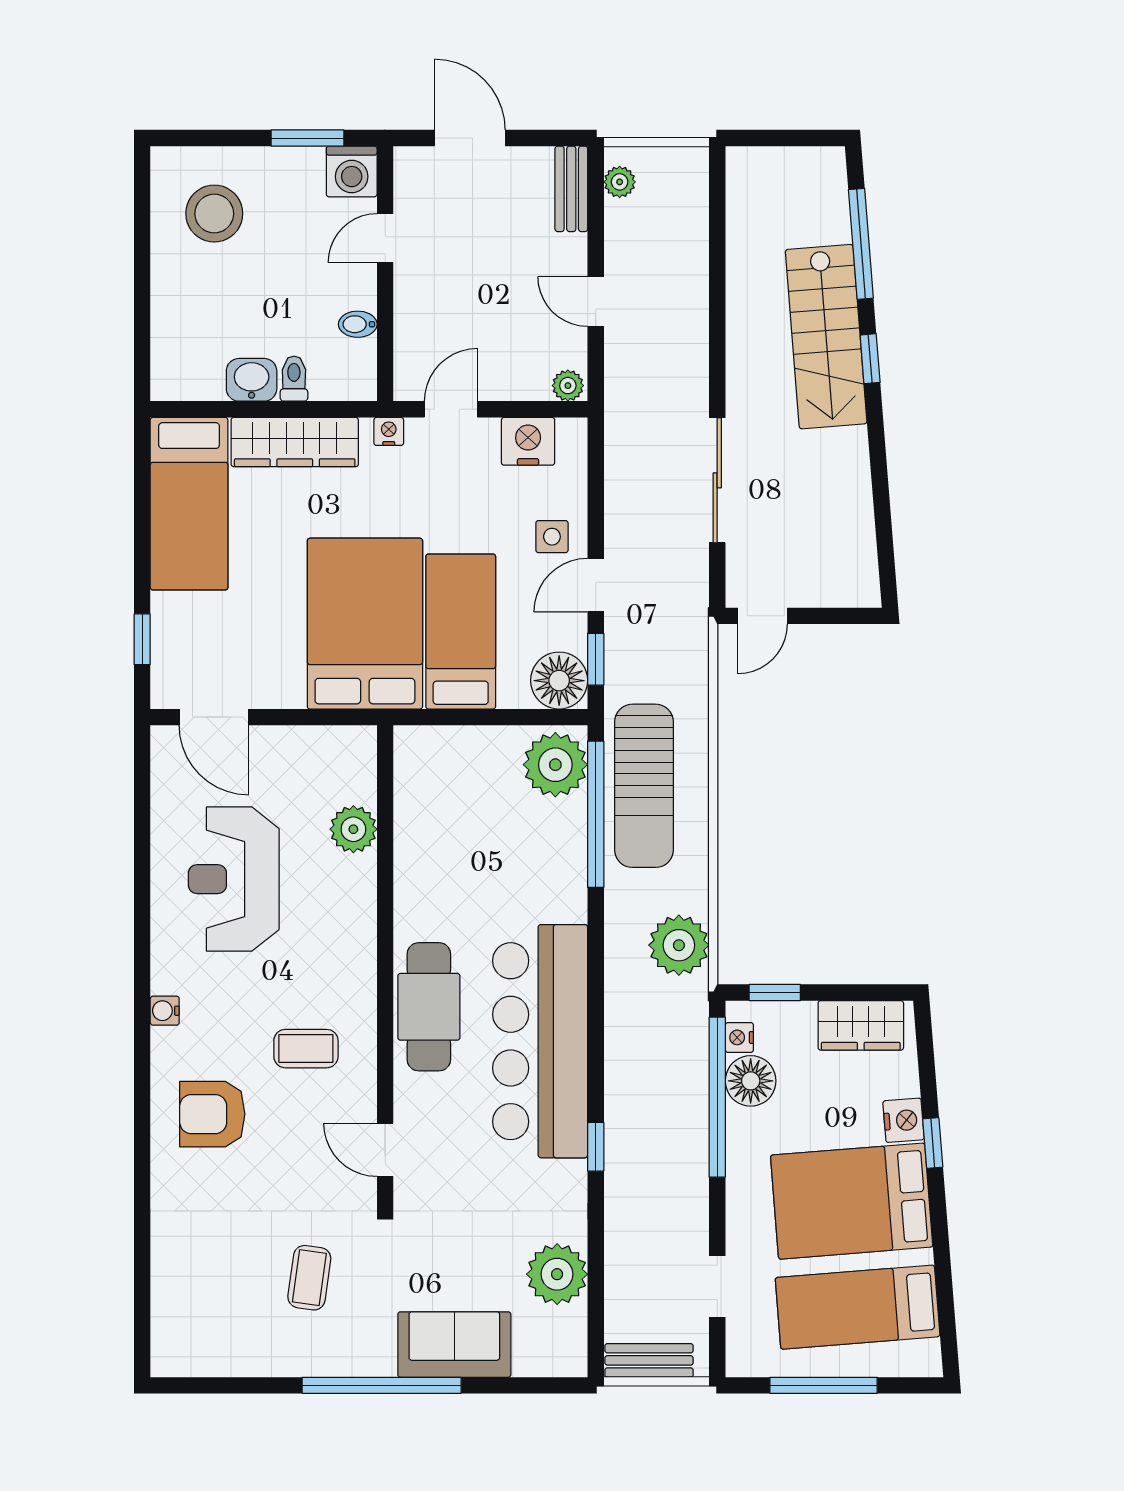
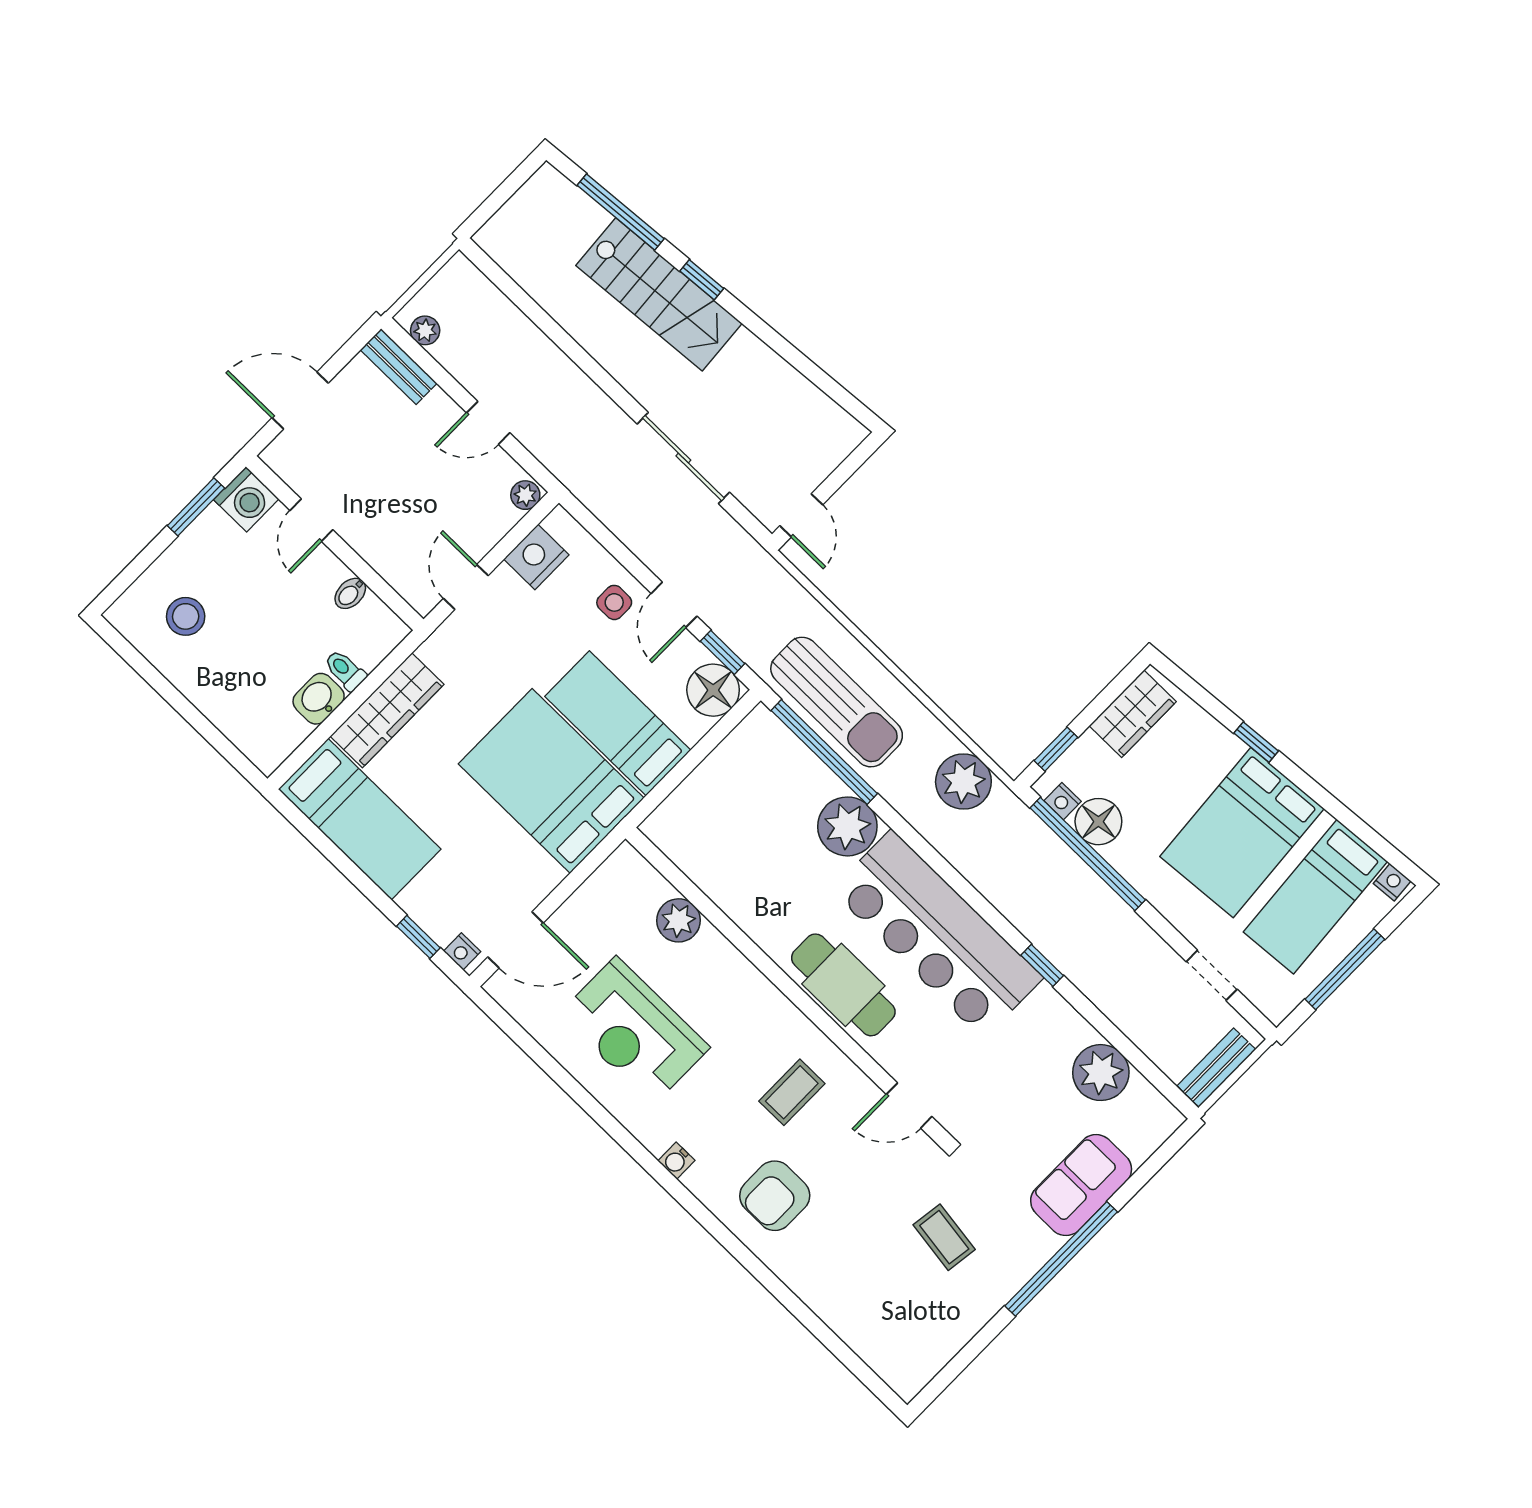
stool: (214, 214) -> (186, 616), width x0.73, depth x0.73
nightstand: (389, 431) -> (462, 951), moved, turned -90
plant: (555, 765) -> (847, 826), moved
nightstand: (903, 1120) -> (1392, 882), moved, width x0.72, depth x0.74

